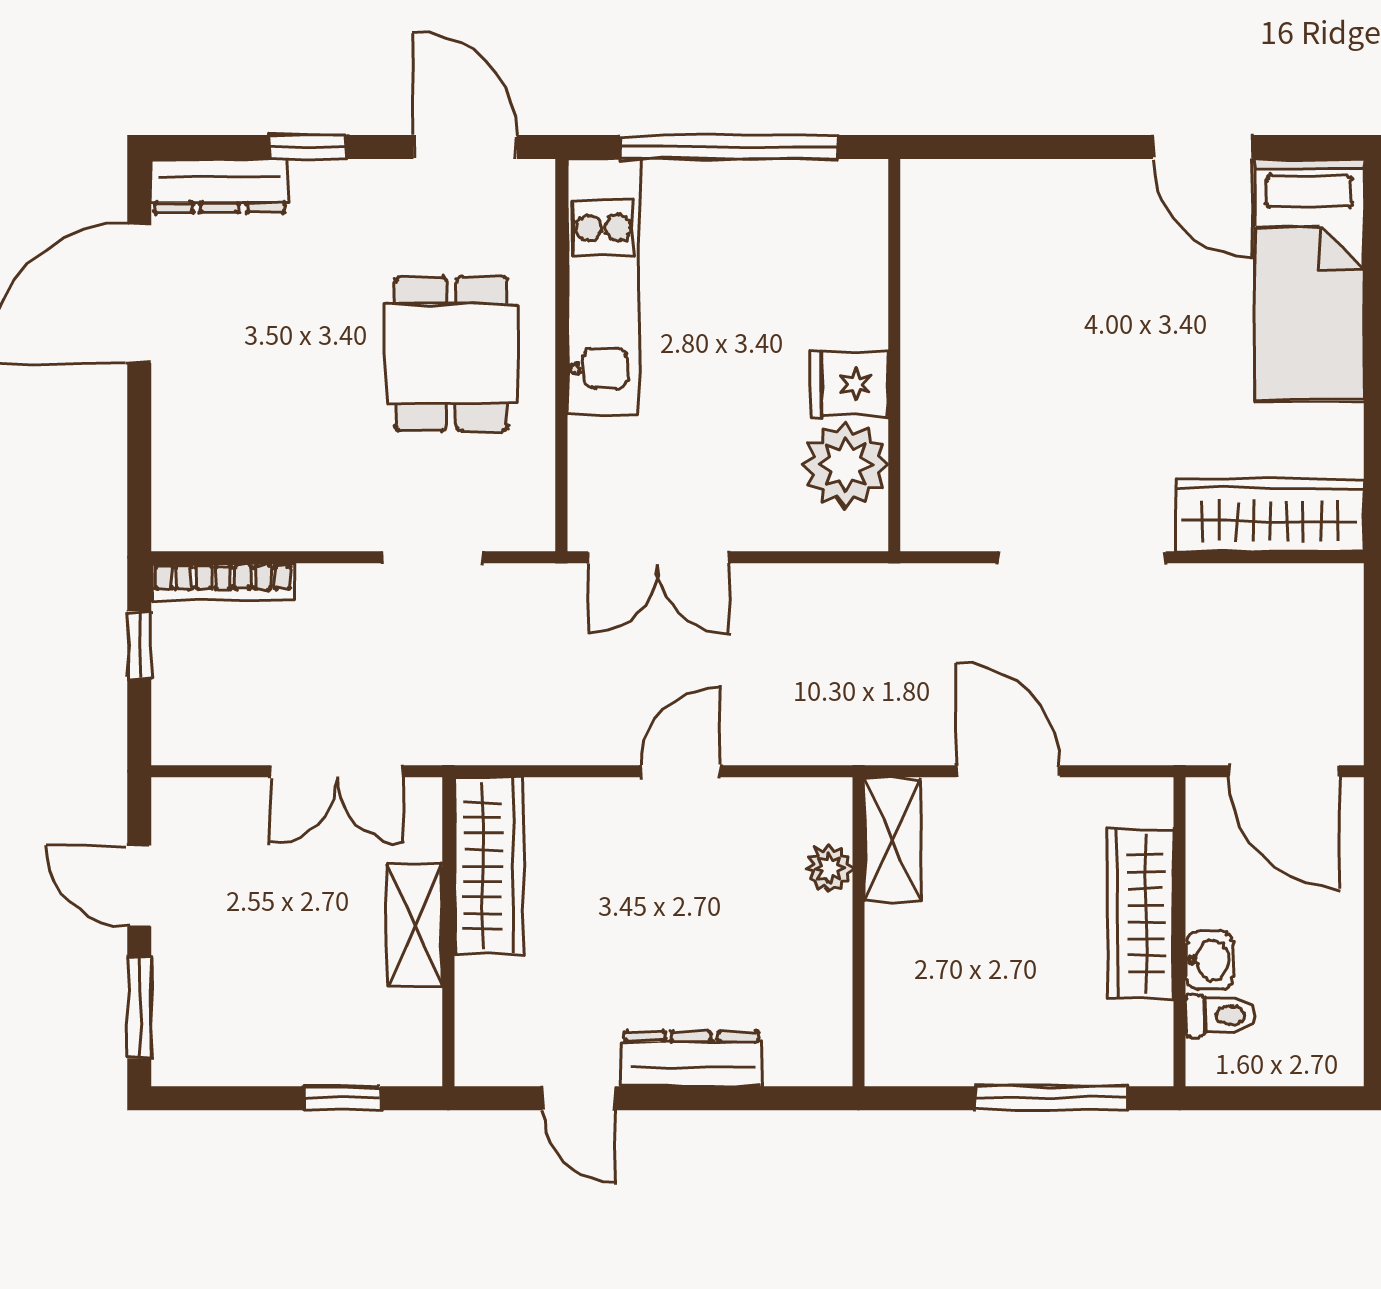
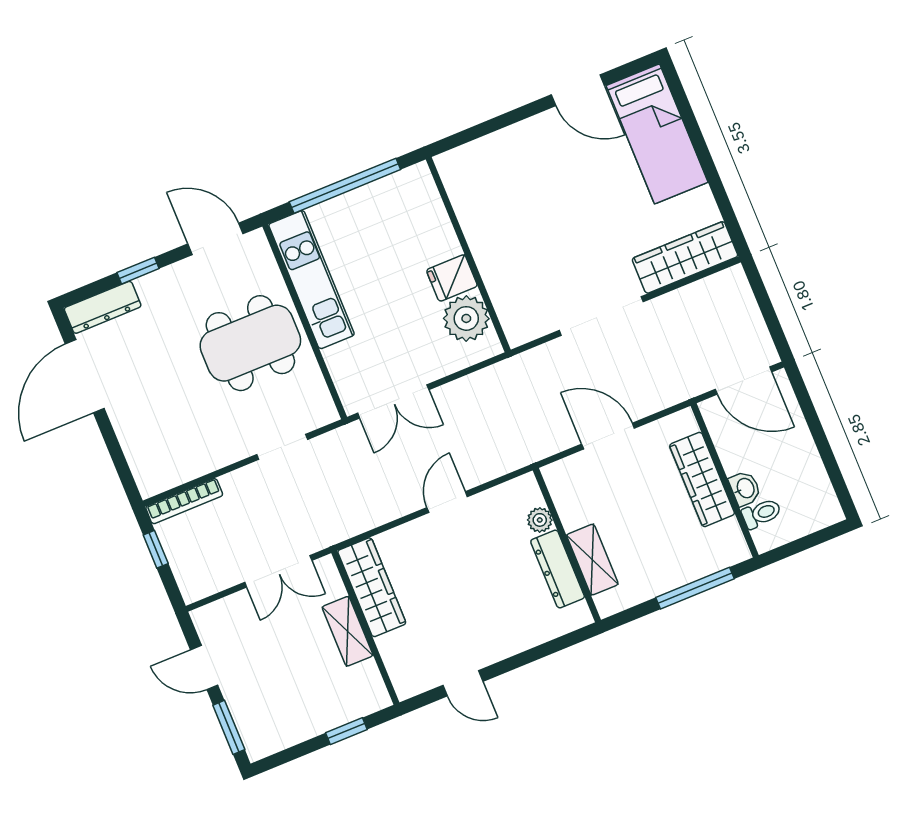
dining table: (451, 354) -> (250, 343), width x1.38
shelving: (893, 840) -> (592, 560), moved
dresser: (692, 1059) -> (558, 569), moved, turned -90

